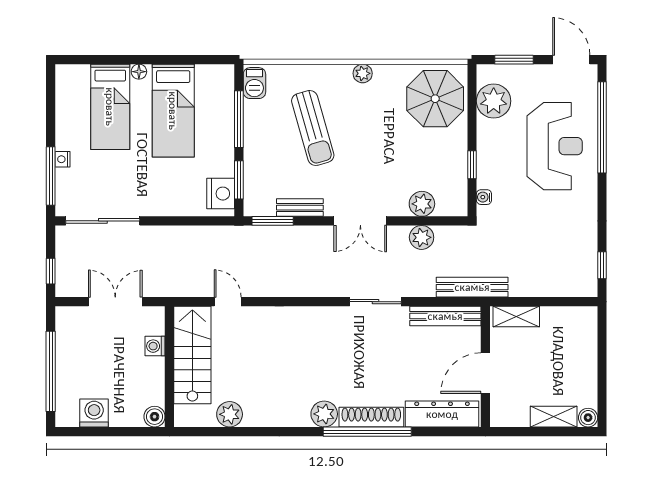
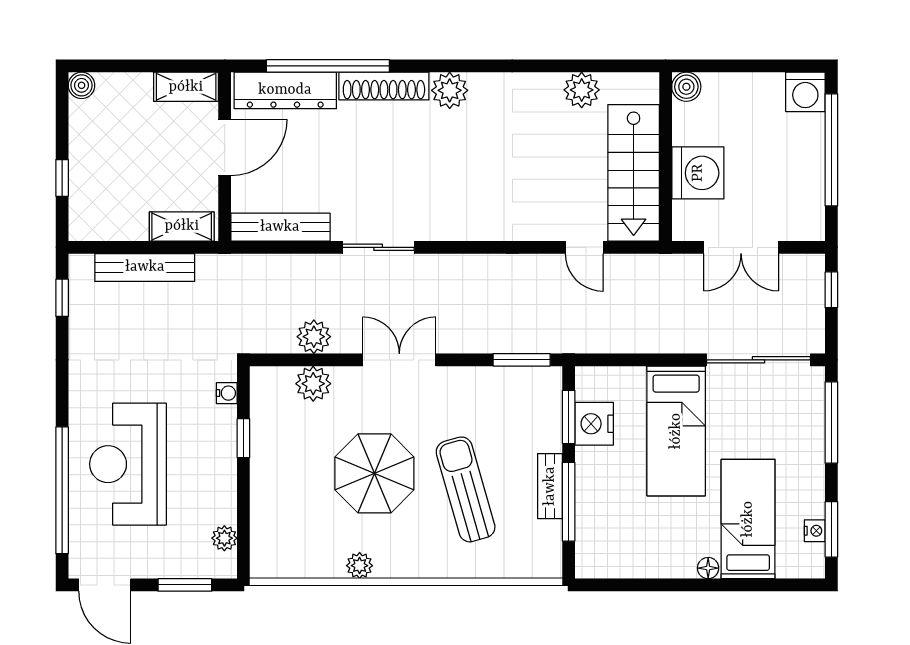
plant: (363, 73) -> (360, 566), moved
barbecue: (254, 83) -> (547, 552), removed
window: (51, 99) -> (831, 529), added
parasol: (435, 99) -> (374, 473), moved
plant: (494, 101) -> (224, 538), width x0.53, depth x0.53
bed: (173, 111) -> (676, 431), moved, turned 180
nightstand: (63, 159) -> (815, 531), moved
nightstand: (221, 194) -> (594, 424), moved
bench: (300, 208) -> (550, 486), moved, turned 90
bench: (472, 287) -> (145, 267), moved
washing machine: (155, 346) -> (698, 173), width x1.89, depth x1.89
window: (602, 351) -> (62, 178), added
washing machine: (94, 413) -> (805, 92), moved
shelving: (554, 417) -> (186, 87), moved
window: (367, 432) -> (328, 66), moved

